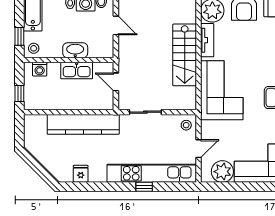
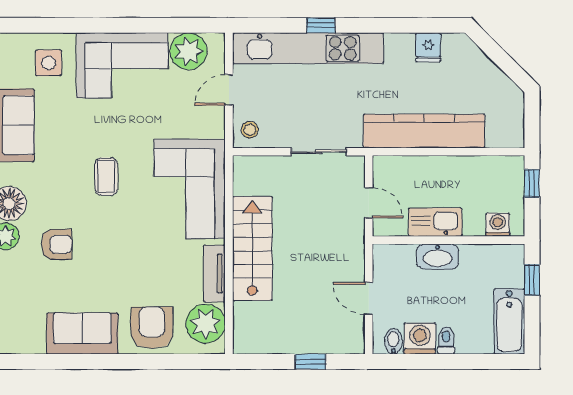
stool: (34, 48) -> (508, 260), removed

